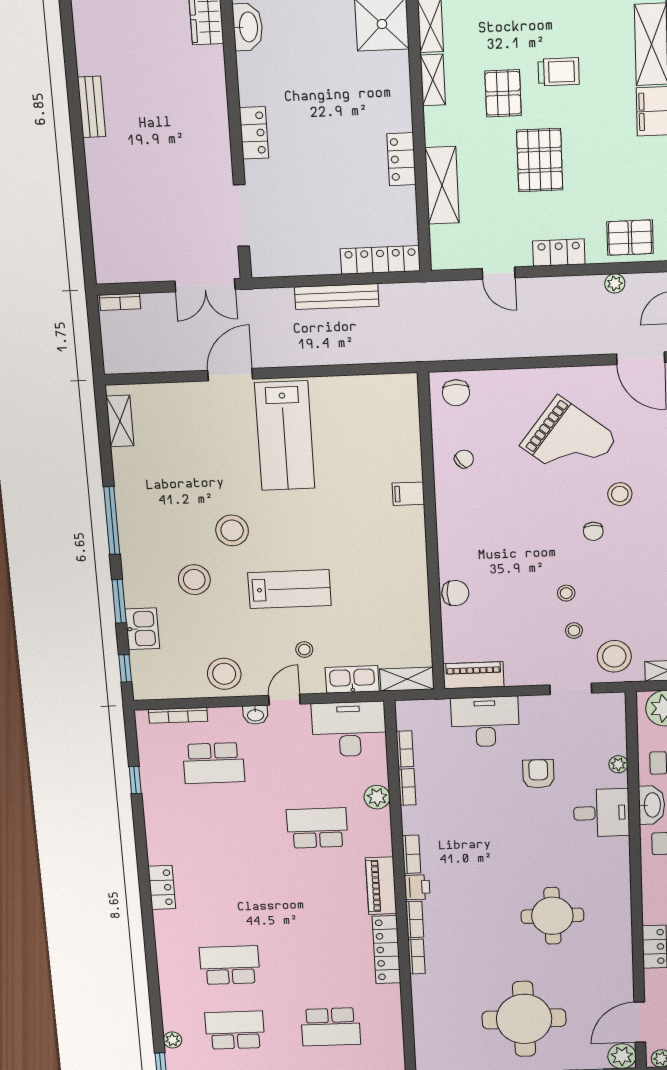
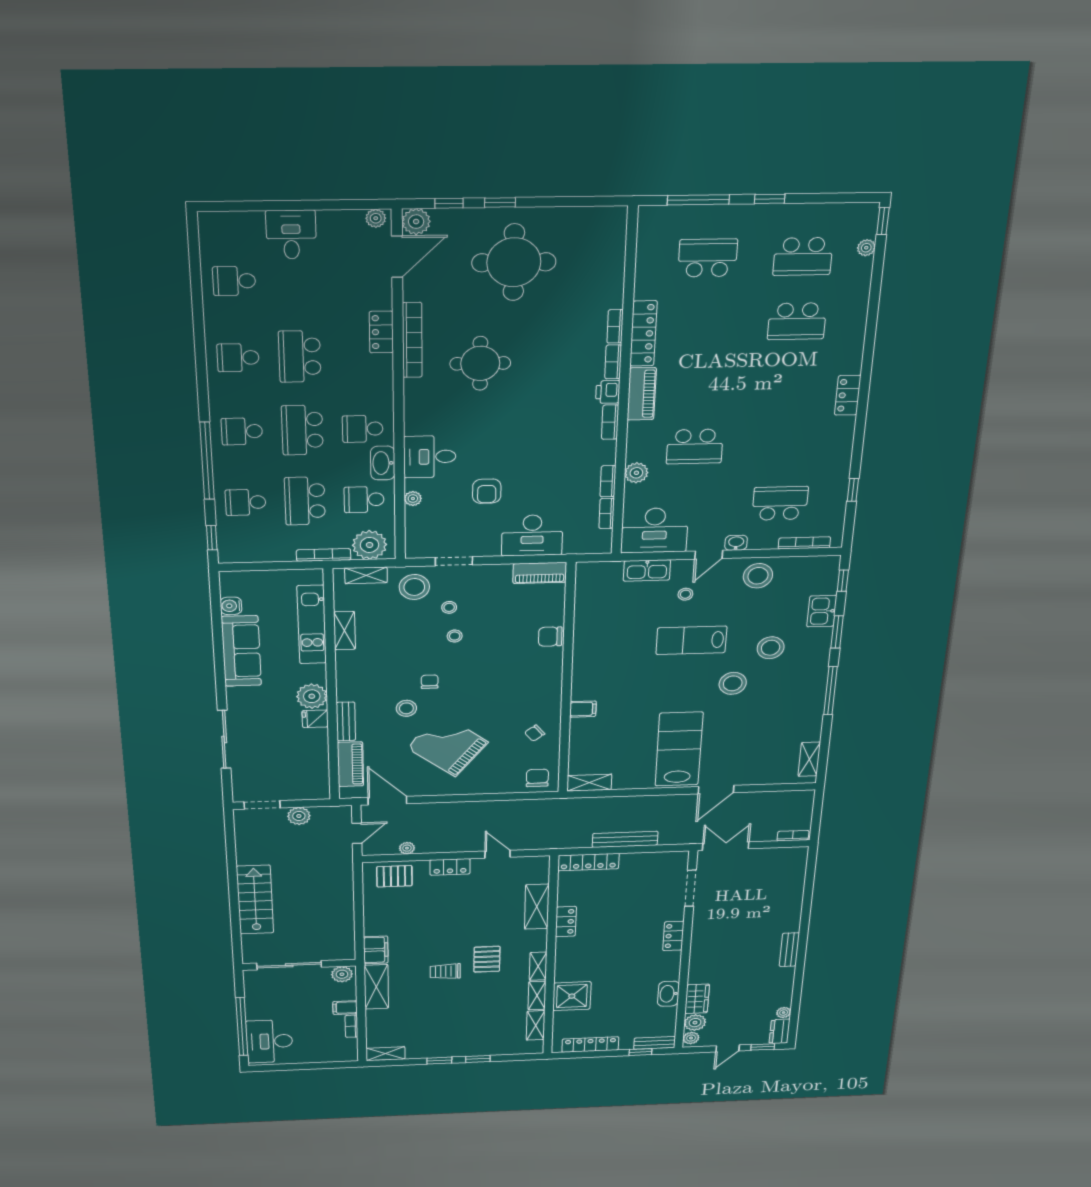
pallet: (540, 160) -> (462, 922), removed
shelving: (407, 679) -> (589, 783), moved
bookcase: (623, 939) -> (412, 340), added

